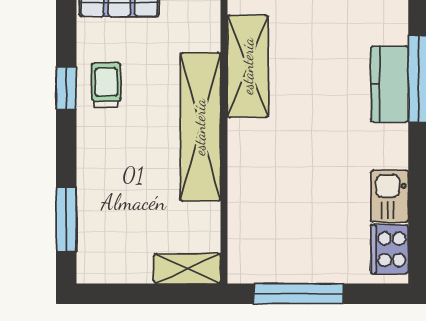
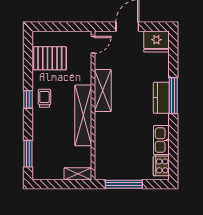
kitchen sink: (390, 196) -> (161, 140), width x1.38

